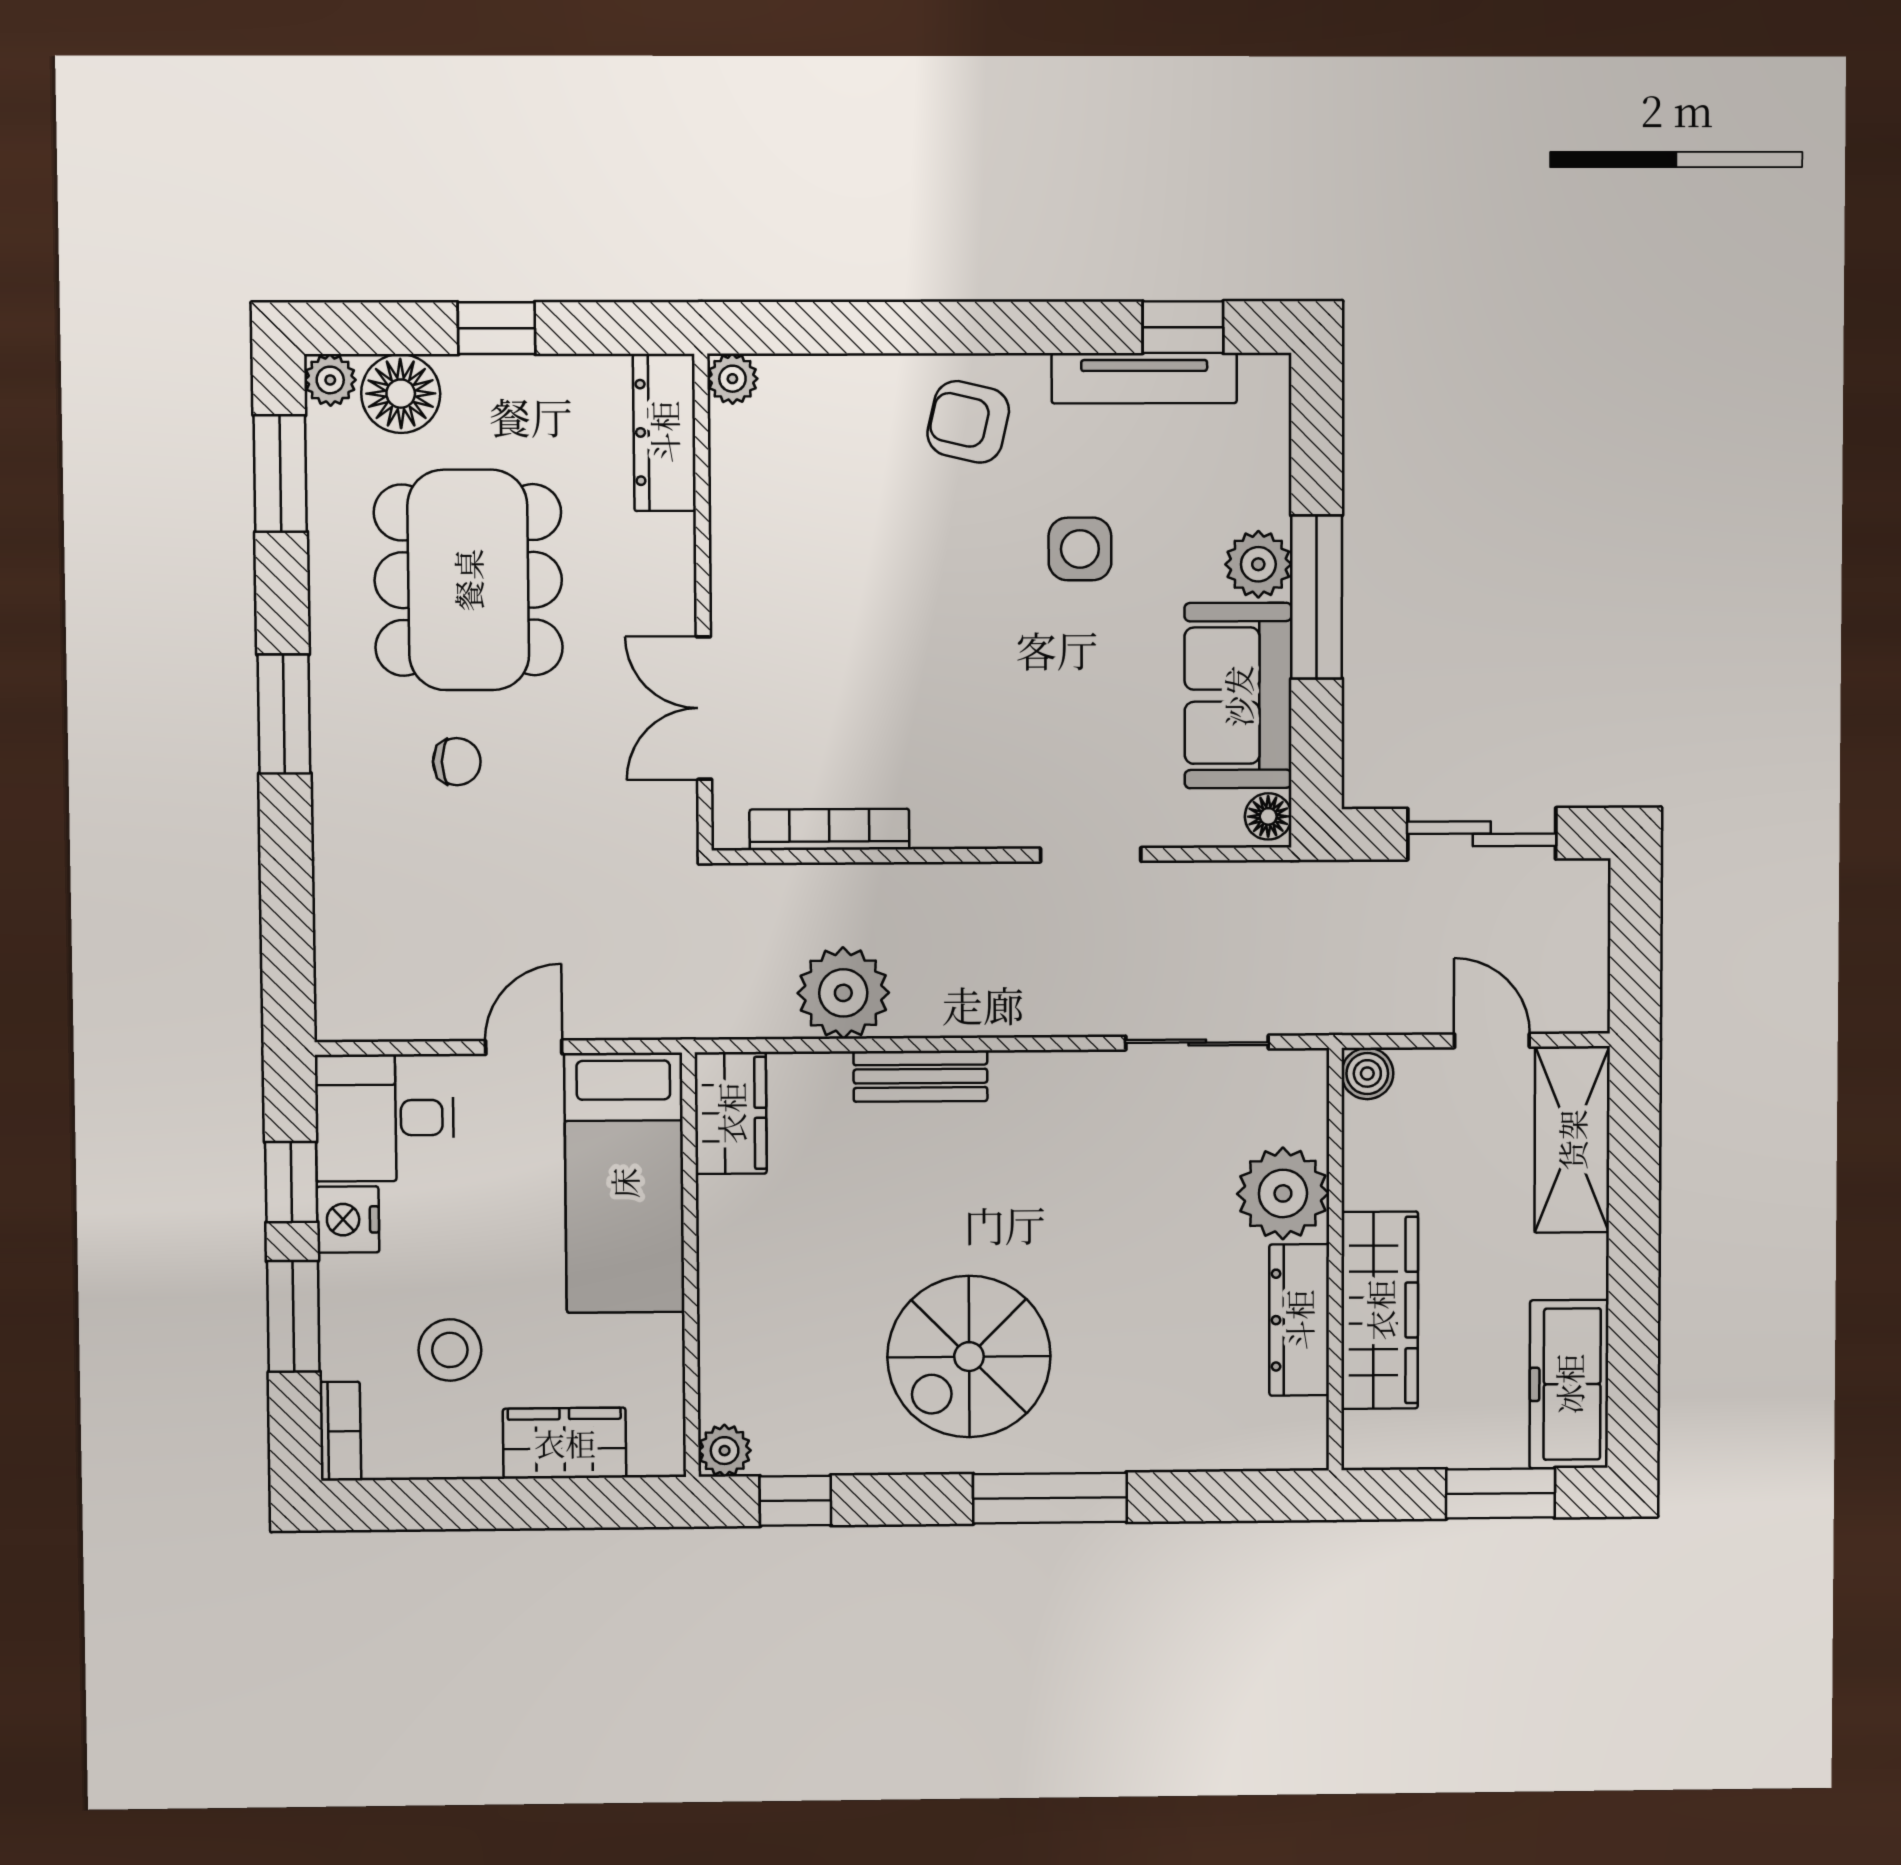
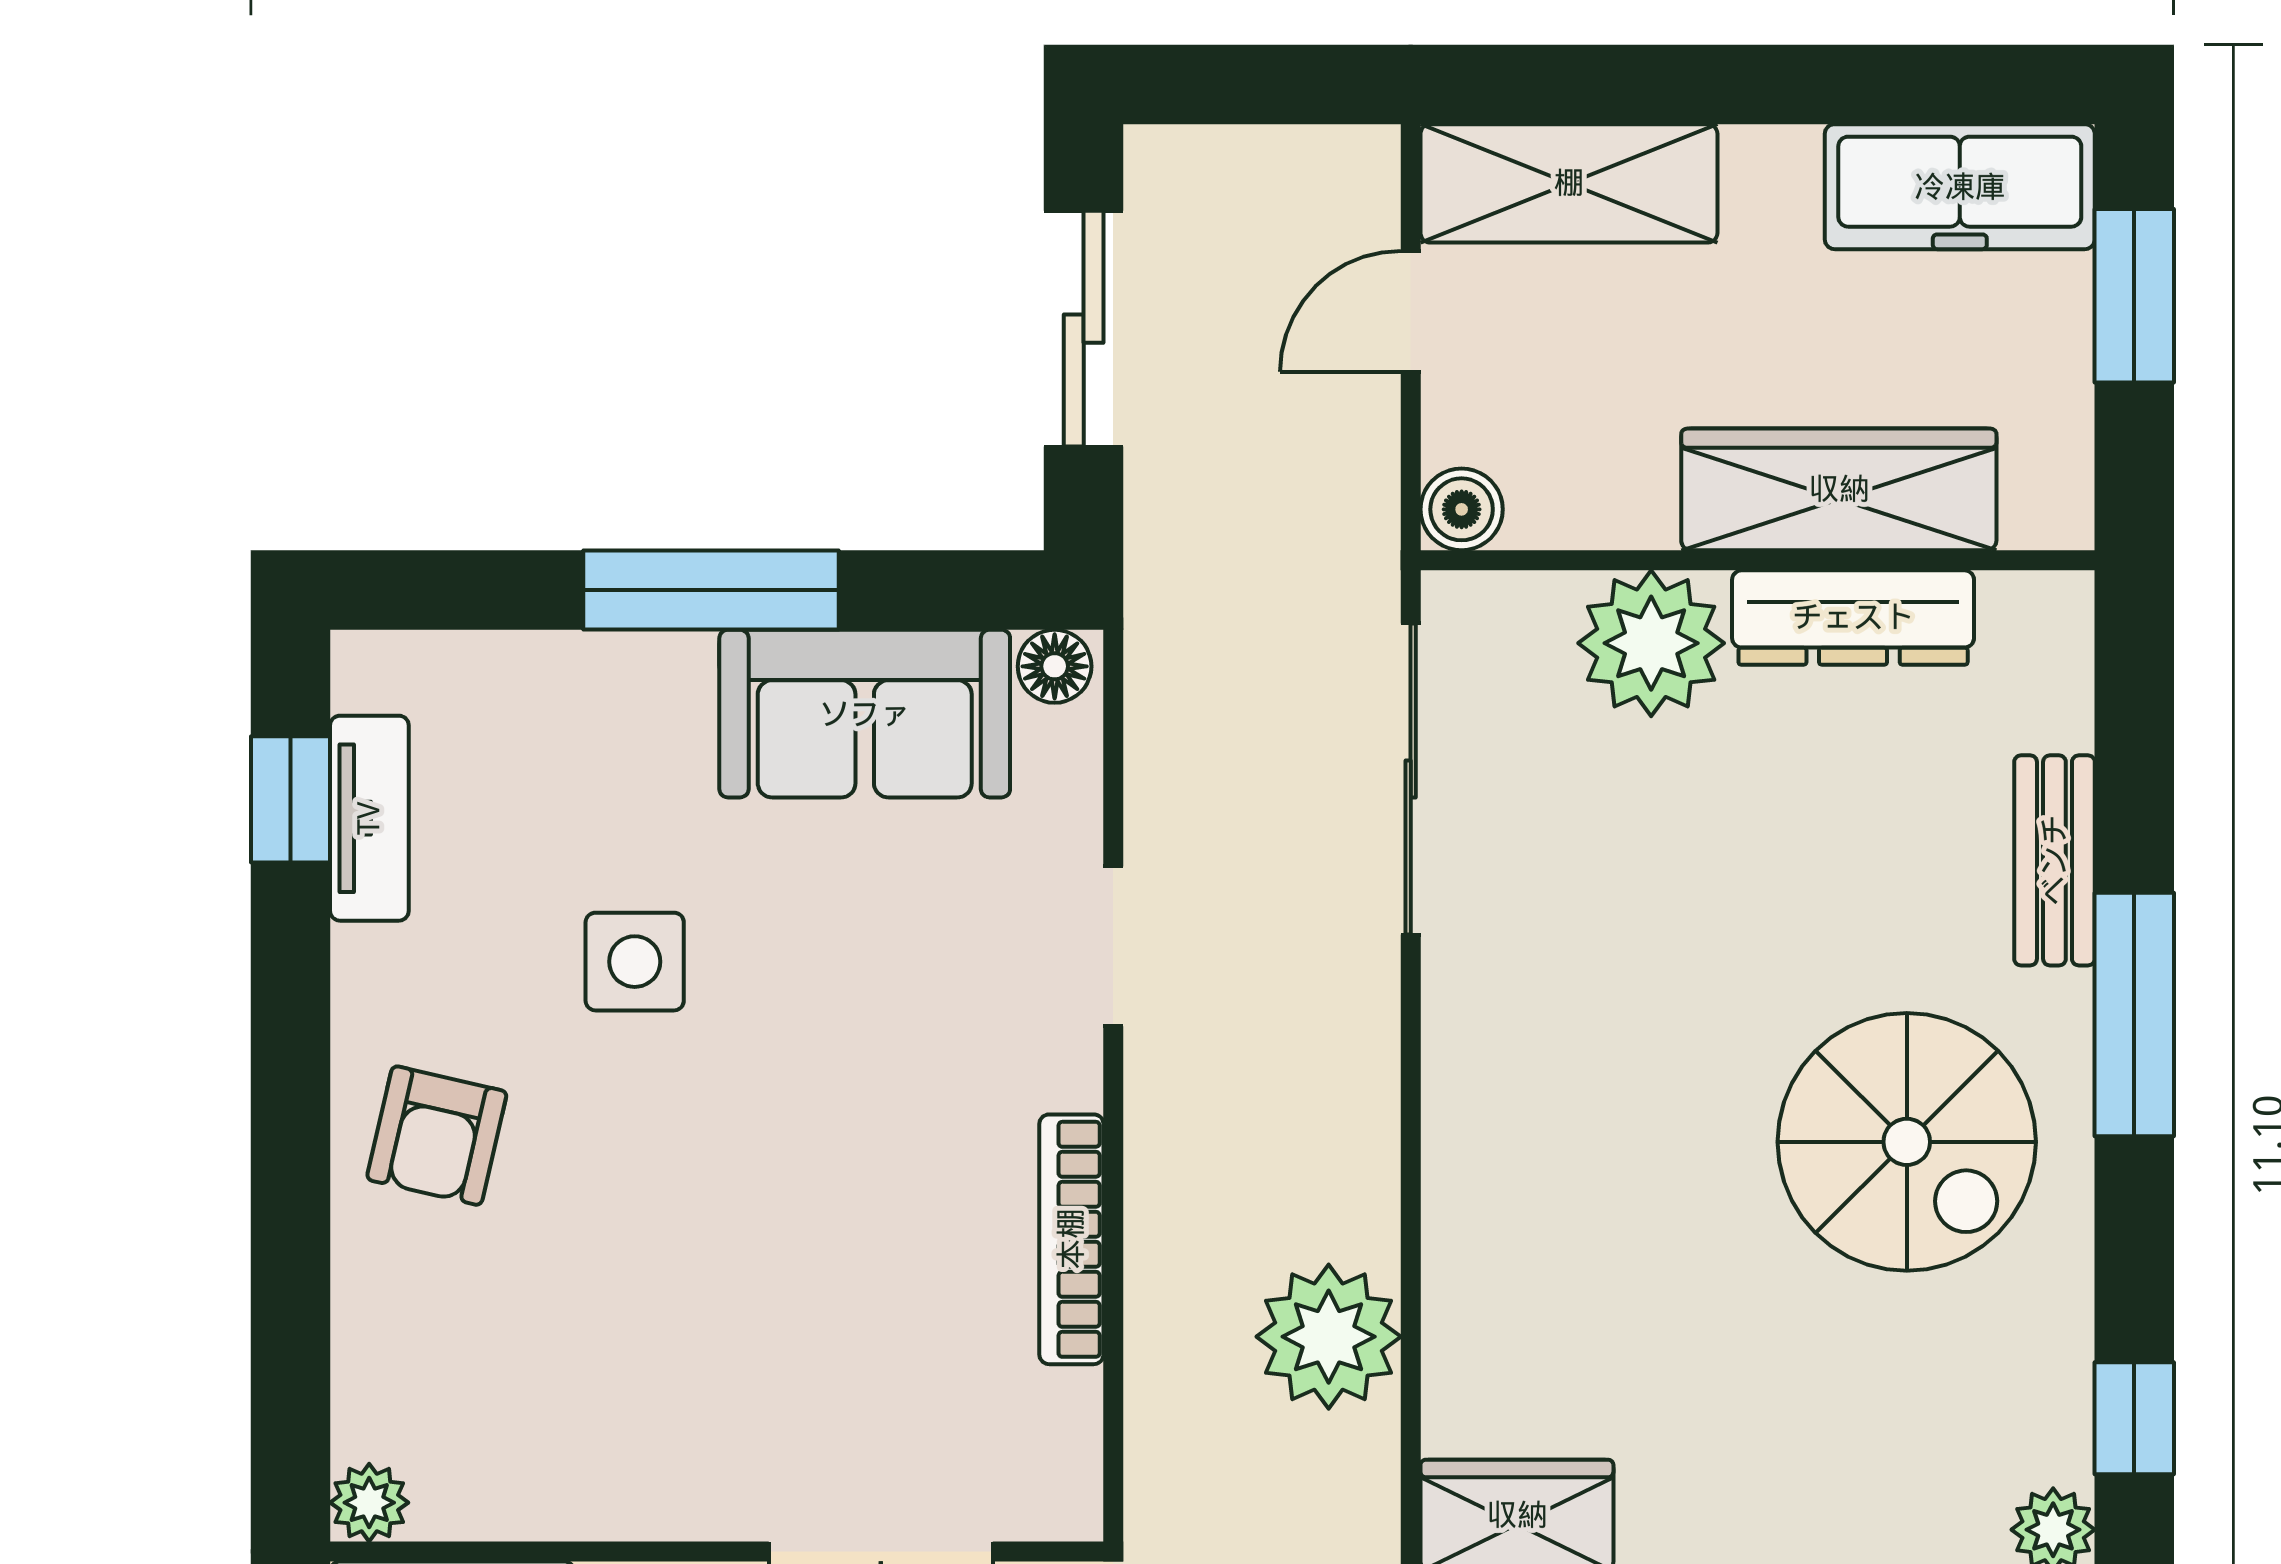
tv unit: (1144, 378) -> (369, 818), width x0.71
plant: (1258, 564) -> (659, 682), removed
bookcase: (829, 829) -> (1071, 1239), moved
sliding door: (1197, 1043) -> (1411, 779), width x1.37
bench: (920, 1076) -> (2054, 860), moved

